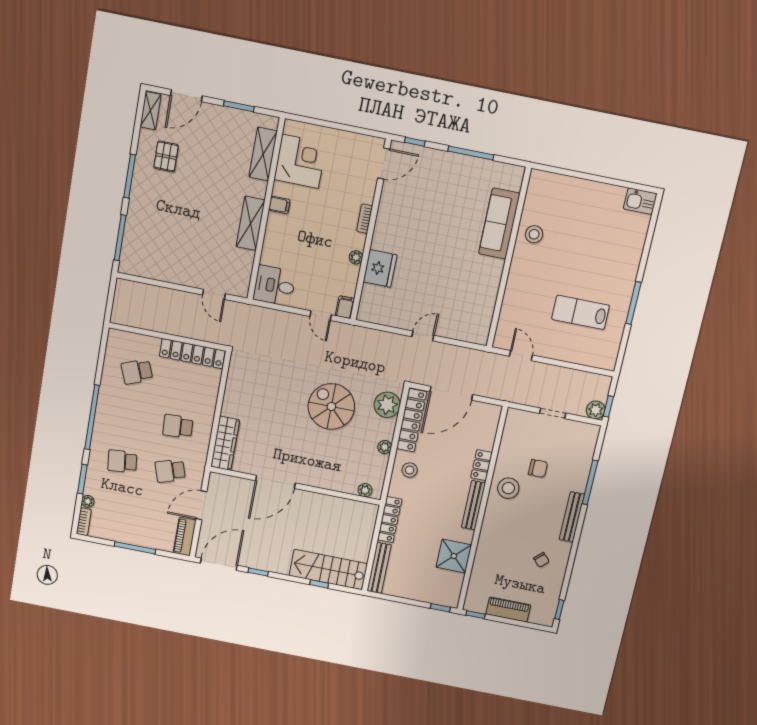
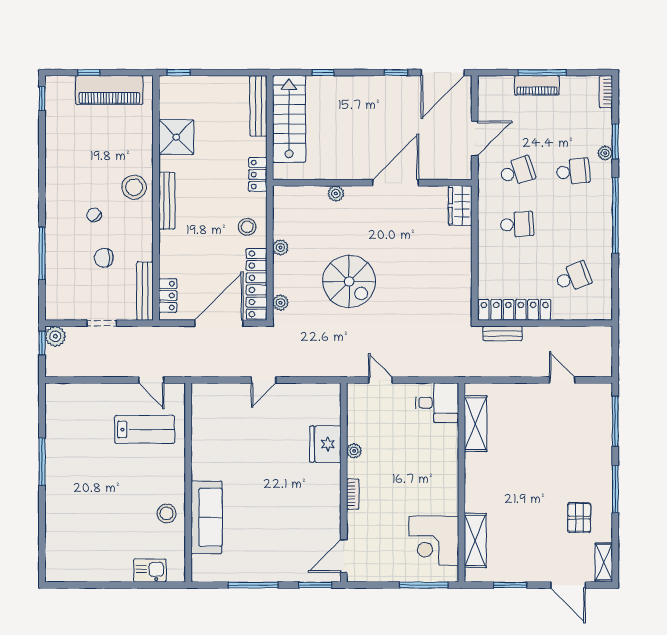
door: (186, 96) -> (568, 585), swing flipped
window: (317, 122) -> (424, 585), added
window: (415, 142) -> (315, 585), width x1.50
kitchen sink: (640, 201) -> (150, 570), moved
filing cabinet: (279, 205) -> (448, 490), removed
shelving: (250, 223) -> (476, 424), moved
door: (214, 294) -> (562, 380), moved
filing cabinet: (345, 307) -> (355, 395), removed
lab bench: (580, 312) -> (145, 430), moved
bench: (206, 335) -> (503, 333), added
plant: (387, 405) -> (280, 303), width x0.53, depth x0.53
wardrobe: (225, 443) -> (460, 206), width x0.67
locker: (482, 465) -> (168, 296), moved
stool: (508, 488) -> (134, 187), moved
plant: (365, 490) -> (336, 193), moved
plant: (88, 501) -> (605, 153), moved
bench: (572, 517) -> (145, 291), moved
locker: (390, 520) -> (258, 175), width x0.66
piano: (185, 537) -> (537, 85), moved, turned 90
chair: (541, 560) -> (94, 215), moved
stairs: (328, 570) -> (289, 119), moved, turned -90
piano: (508, 610) -> (109, 90), width x1.37, depth x1.33
window: (475, 615) -> (89, 73), moved

